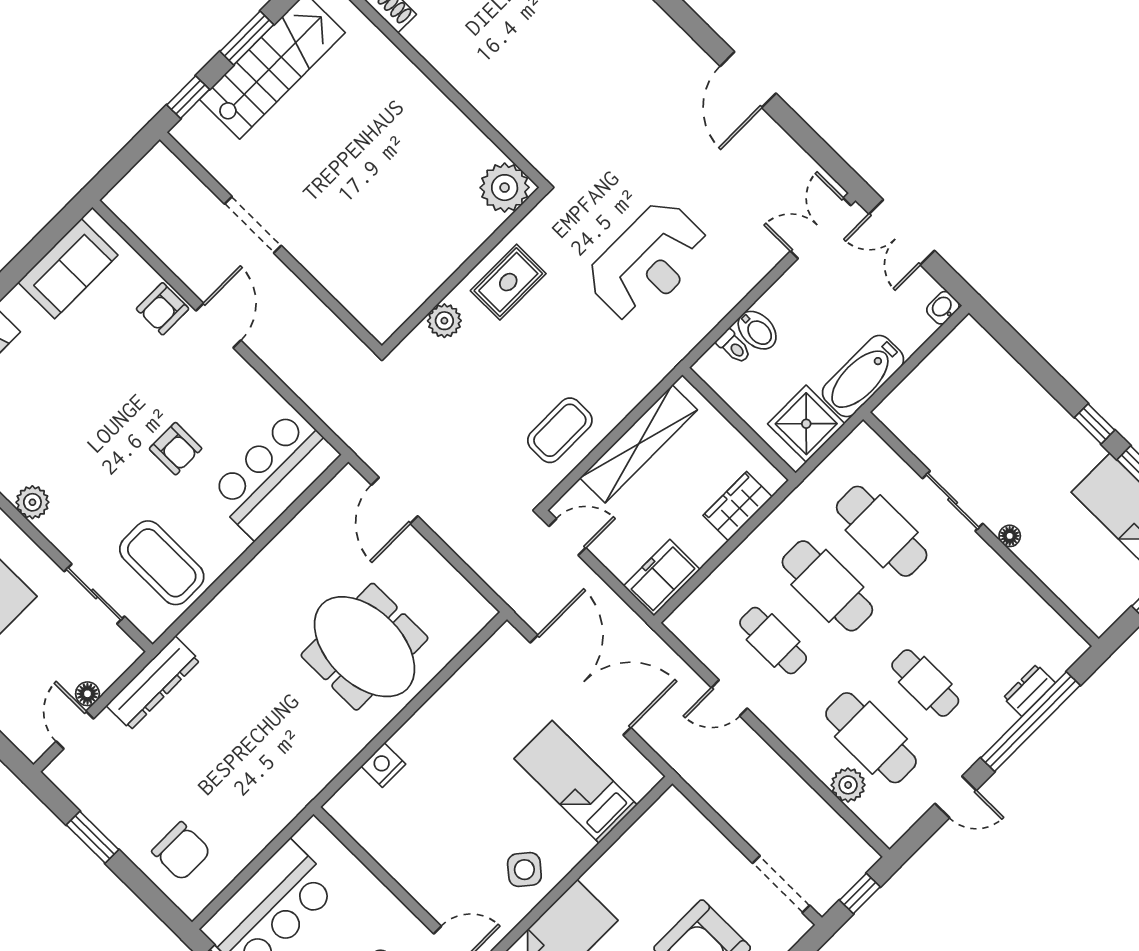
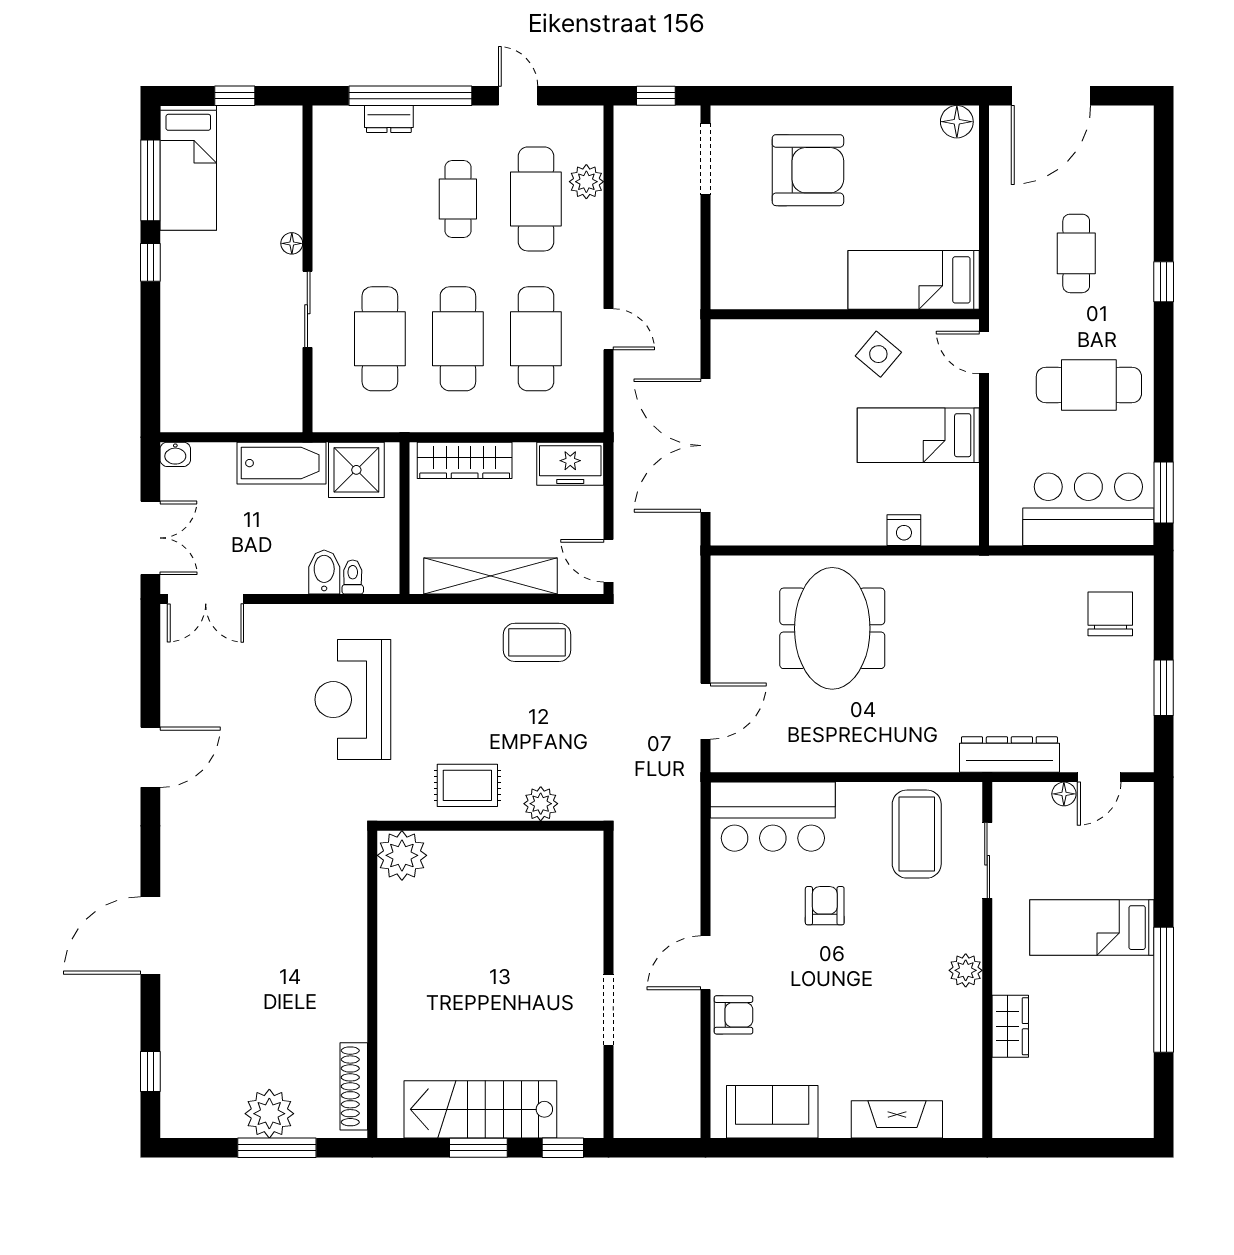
reception desk: (648, 262) -> (353, 700), turned -90
wardrobe: (738, 506) -> (465, 460), width x1.50
cafe table: (773, 641) -> (536, 339), width x1.37, depth x1.35
bed: (576, 782) -> (918, 435), moved, turned 90

